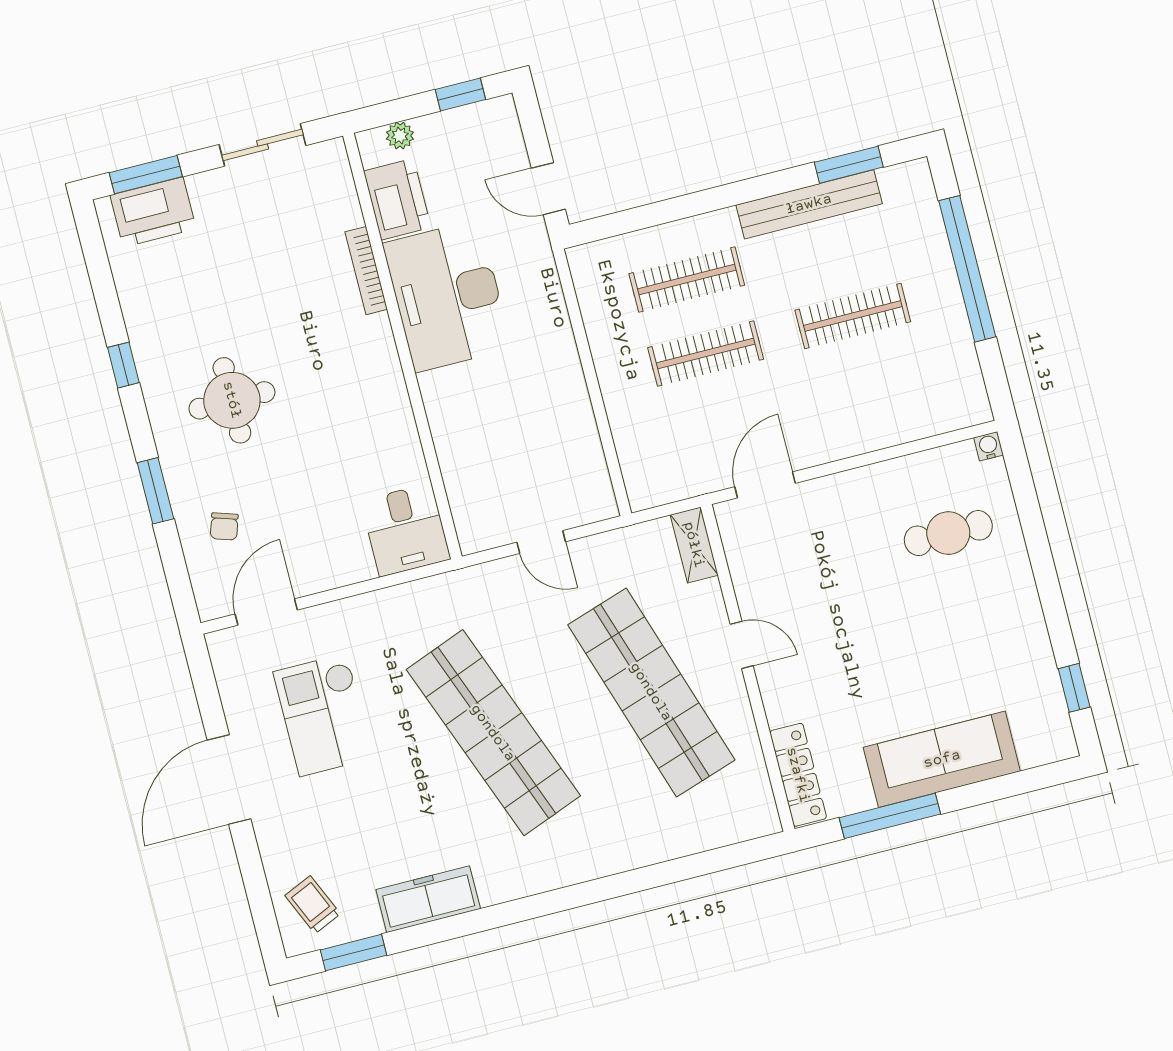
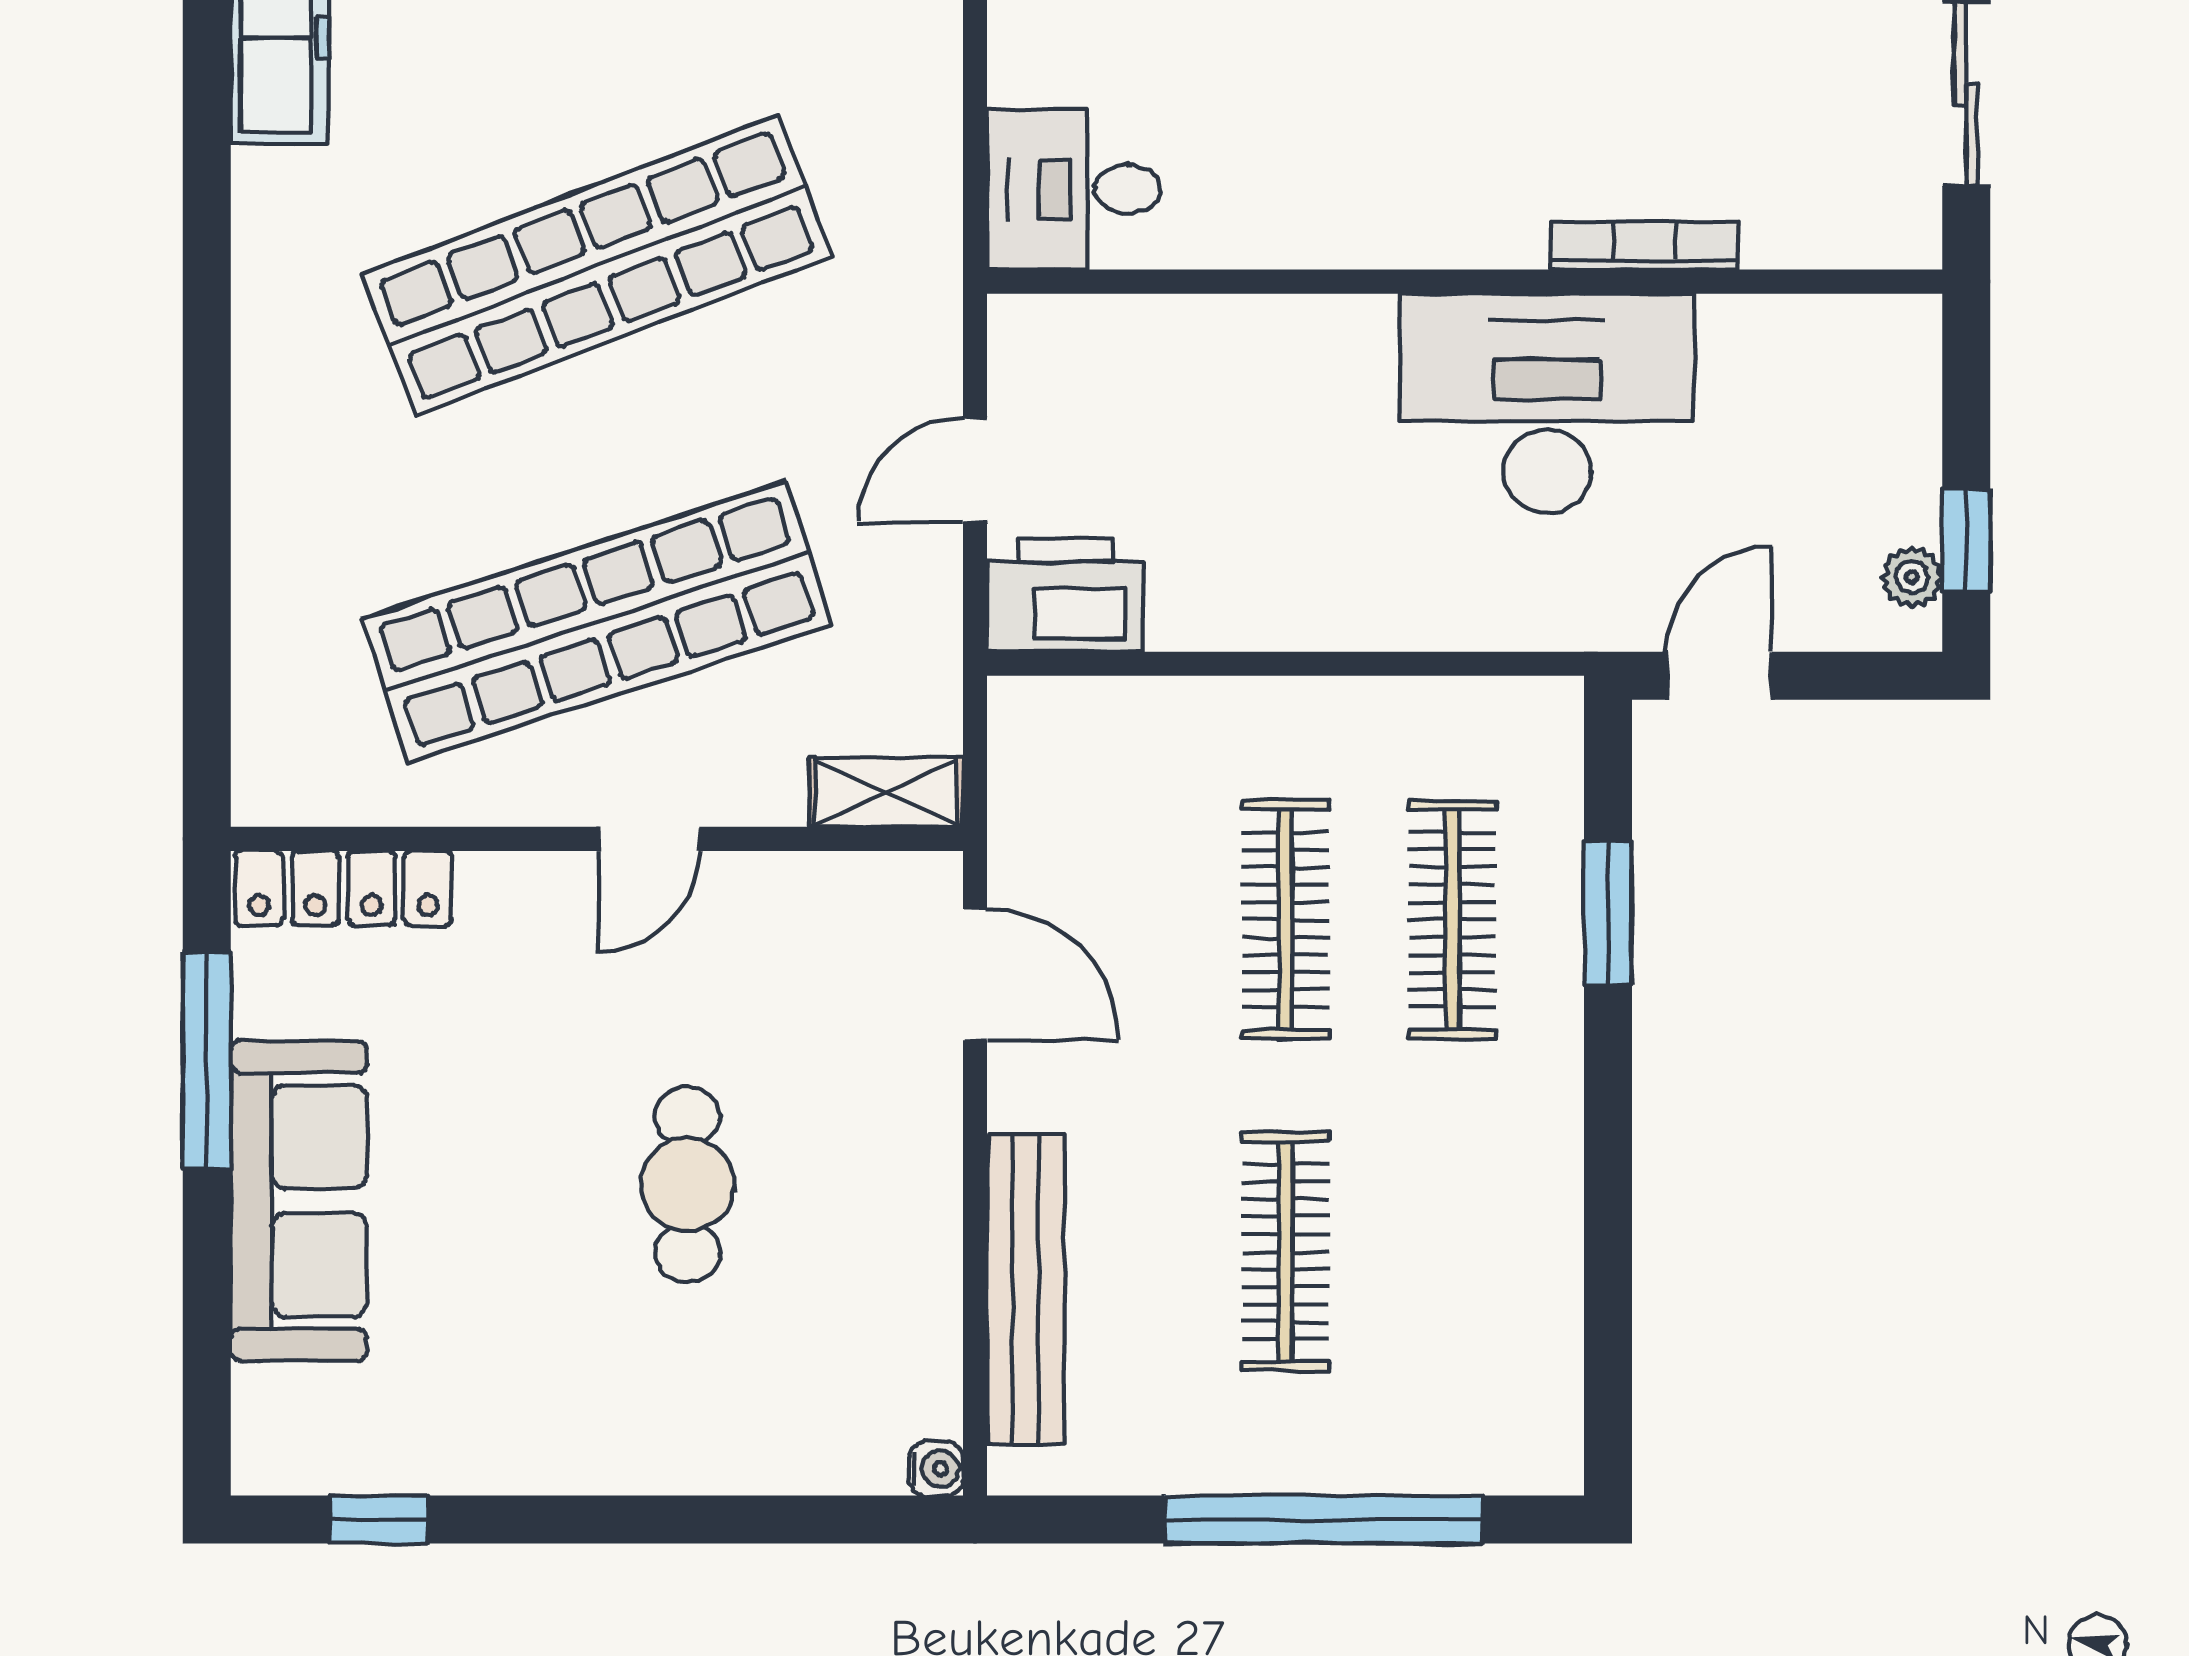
plant: (400, 136) -> (1912, 577), moved
window: (849, 165) -> (1608, 913), moved
printer: (397, 199) -> (1065, 595), moved, turned 180
bench: (809, 204) -> (1026, 1290), moved
cafe table: (948, 533) -> (688, 1184), moved

